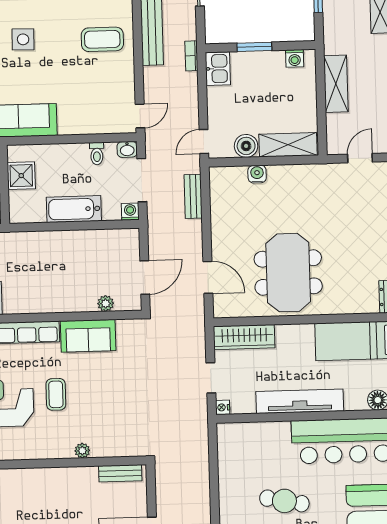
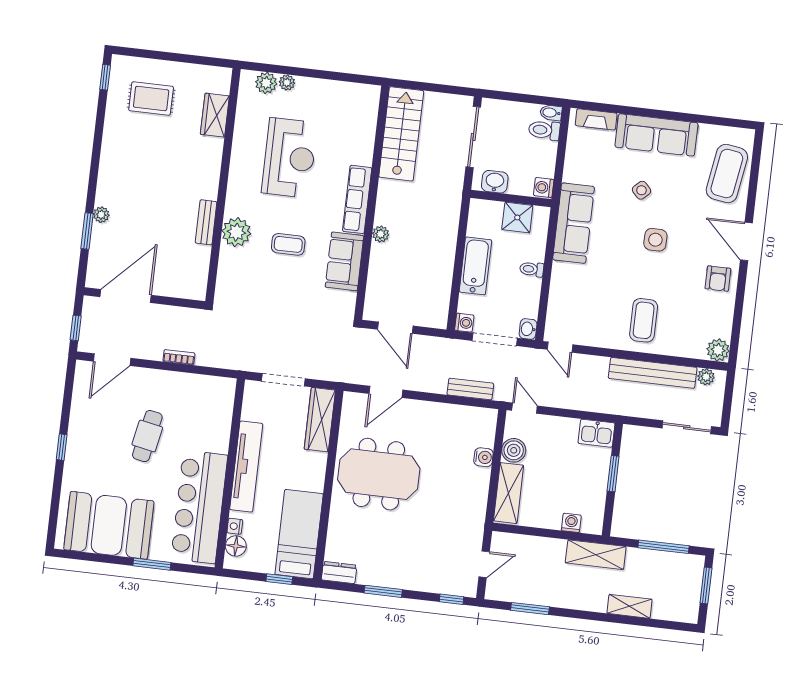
bookcase: (191, 56) -> (179, 357), moved
washing machine: (295, 58) -> (571, 523), moved, turned 90
shelving: (336, 84) -> (596, 555), moved
toilet: (97, 154) -> (532, 269), moved
door: (360, 158) -> (484, 564), hinge flipped
plant: (106, 303) -> (381, 234), moved
doorway: (211, 378) -> (283, 380), width x1.38
coffee table: (56, 394) -> (288, 244), moved
nightstand: (223, 407) -> (235, 526), moved, turned -90
plant: (82, 451) -> (236, 232), width x1.88, depth x1.88
bench: (120, 473) -> (206, 222), moved

